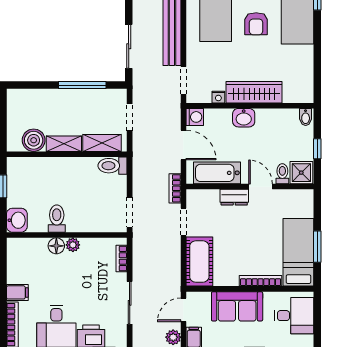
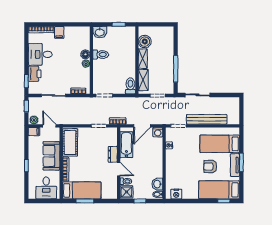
nightstand: (305, 84) -> (176, 194), added
wardrobe: (254, 92) -> (172, 165), removed
washbasin: (244, 118) -> (157, 184), moved
door: (261, 187) -> (119, 169), hinge flipped
cot: (199, 262) -> (70, 142), moved, turned 90

